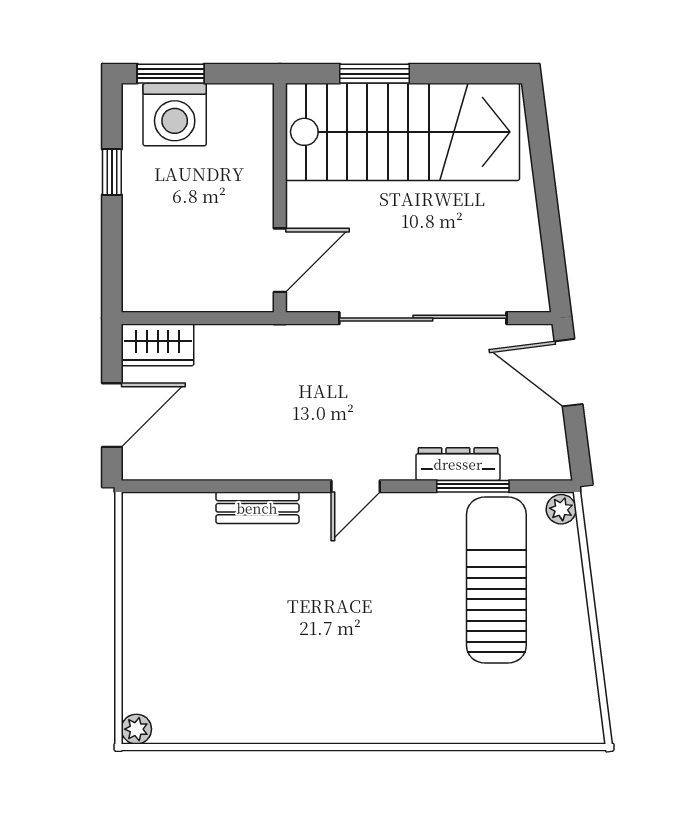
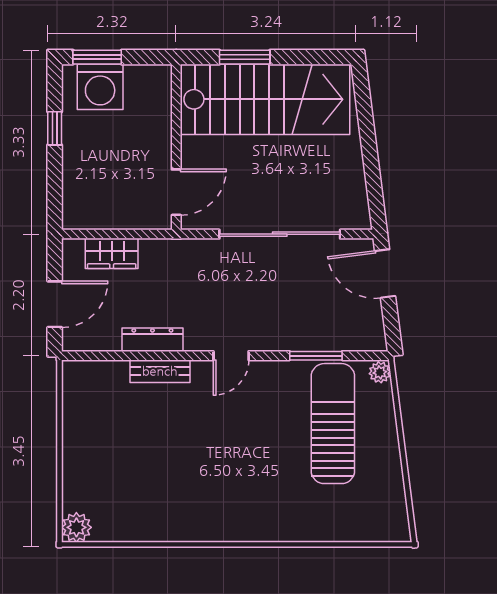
wardrobe: (158, 345) -> (112, 253), moved
dresser: (458, 464) -> (152, 340), moved
plant: (136, 729) -> (76, 527), width x1.38, depth x1.38

